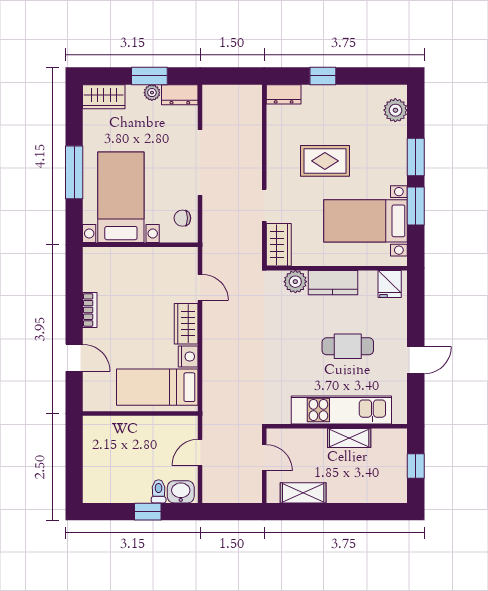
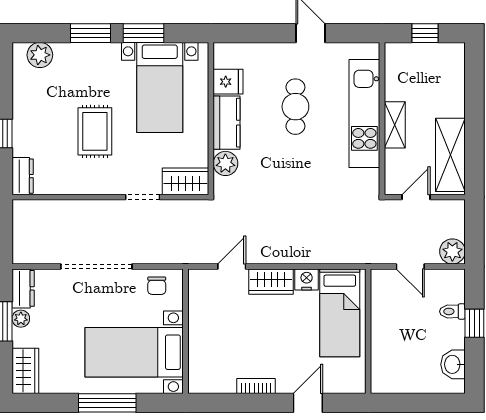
fridge: (390, 284) -> (228, 82), moved
shelving: (349, 438) -> (395, 125), moved
plant: (214, 491) -> (452, 251), added
washbasin: (181, 492) -> (453, 364), moved
shelving: (303, 493) -> (450, 155), width x1.50, depth x1.33

